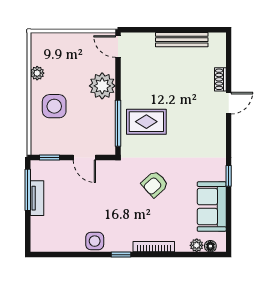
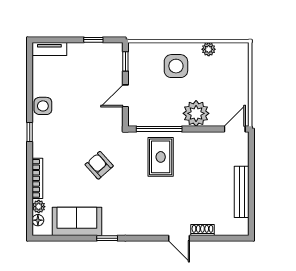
window: (28, 190) -> (93, 40), width x0.46
tv unit: (37, 198) -> (49, 49), moved
bookcase: (154, 247) -> (37, 178), moved

